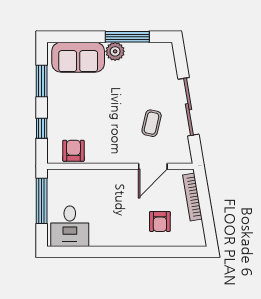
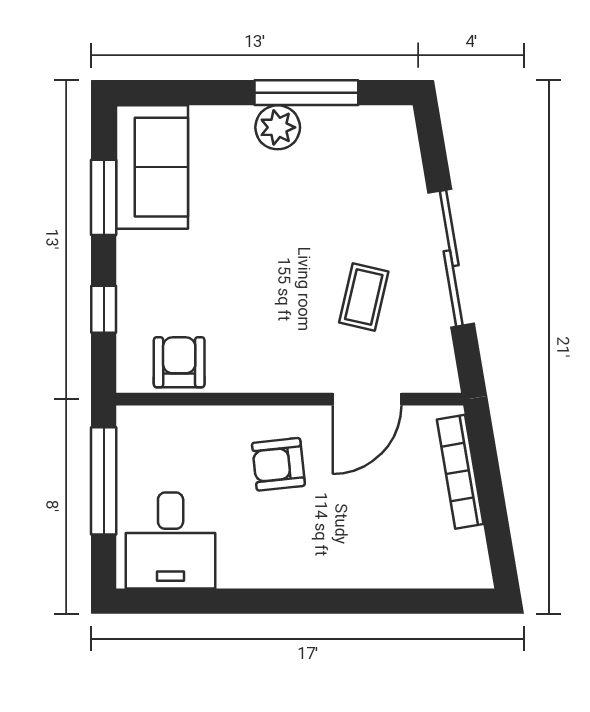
sofa: (78, 57) -> (152, 167), moved, turned -90
armchair: (160, 221) -> (278, 464), moved, turned 84

